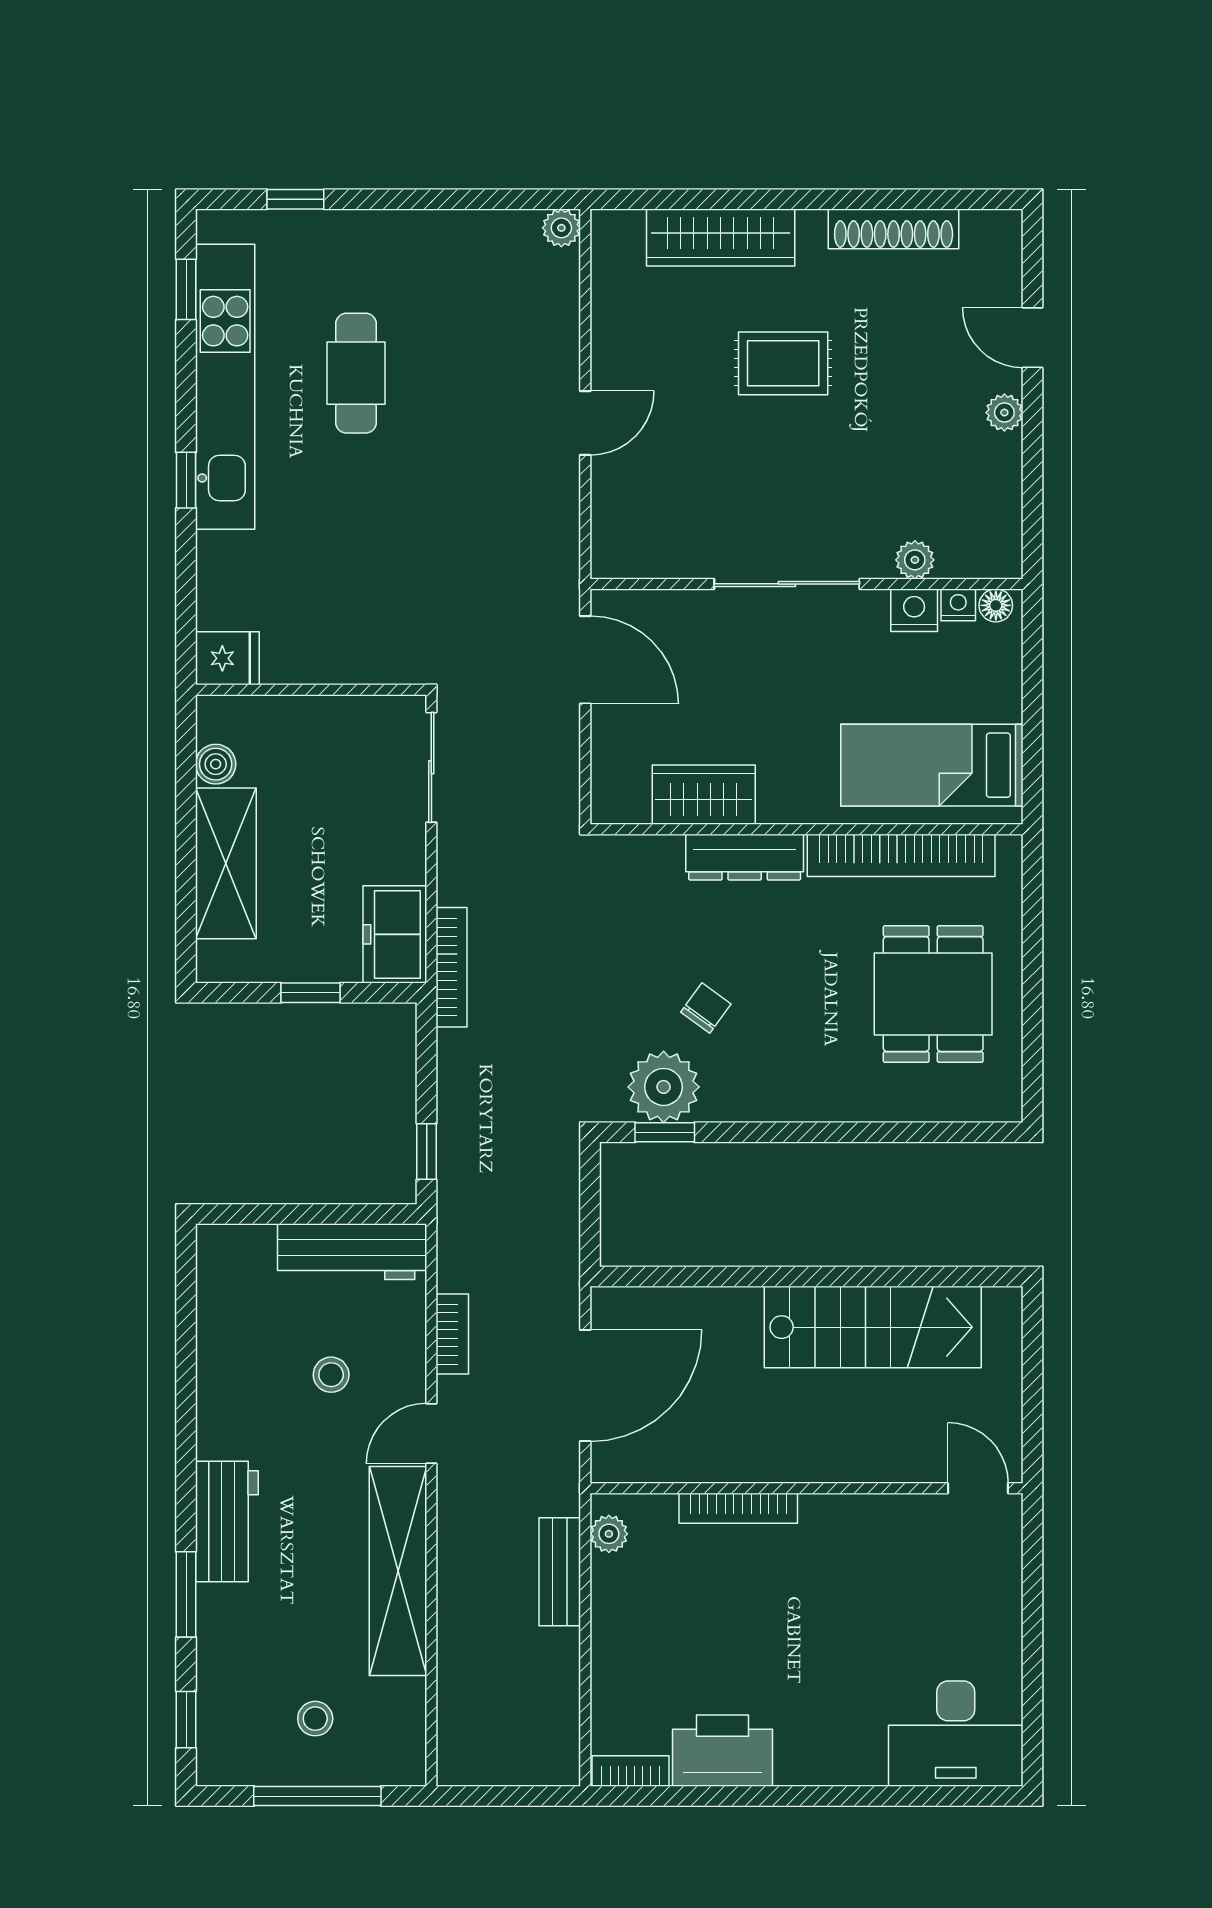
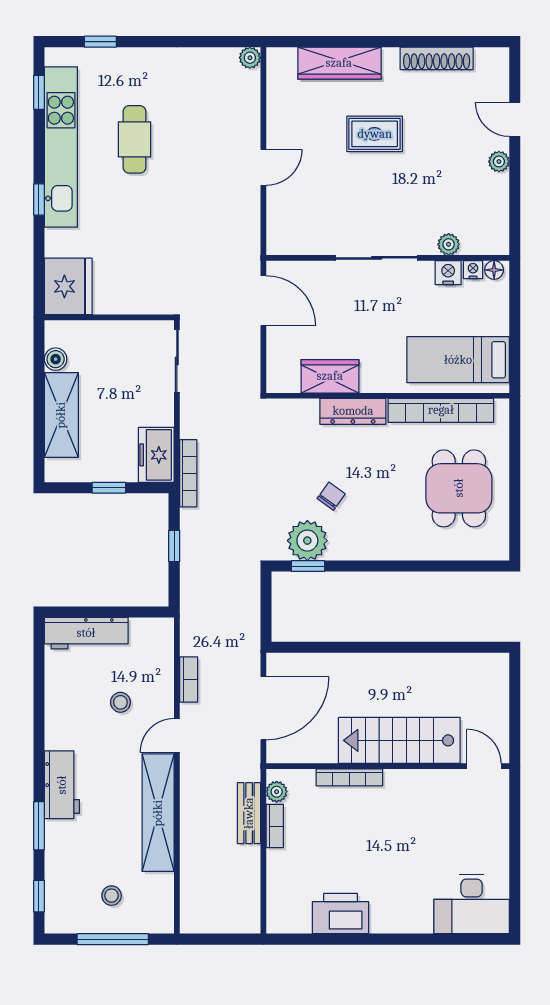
fridge: (227, 658) -> (68, 286), width x1.88, depth x1.34
window: (427, 1151) -> (174, 546), moved
workbench: (352, 1252) -> (86, 633), moved
stairs: (873, 1327) -> (399, 740), moved, turned 180
bookcase: (630, 1771) -> (275, 826), moved, turned 90

